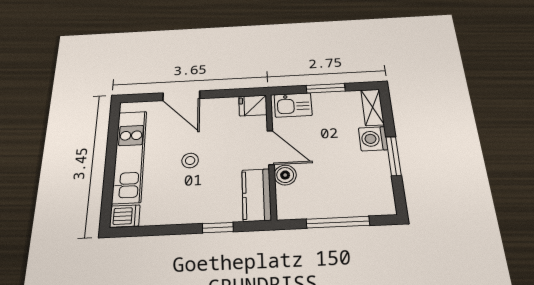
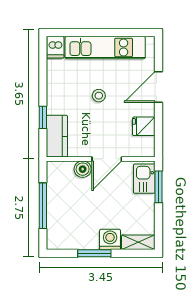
window: (326, 88) -> (159, 187), moved
fridge: (253, 106) -> (144, 126), moved, turned -90
kitchen counter: (257, 195) -> (57, 136), moved, turned 90

